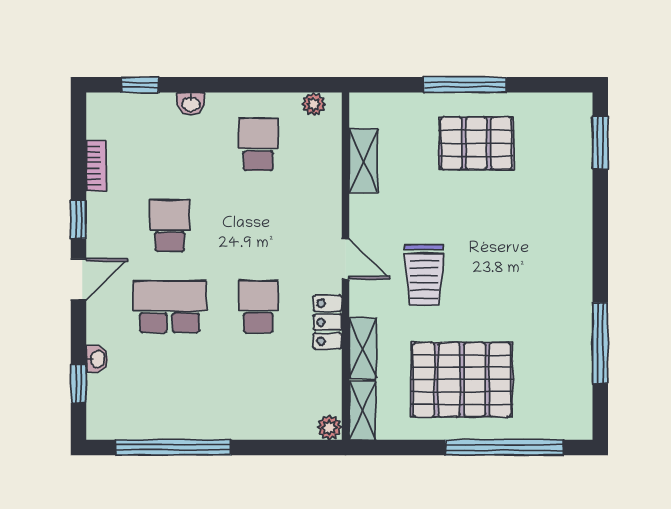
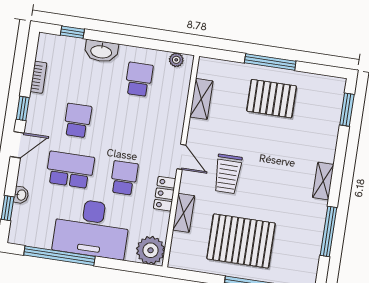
washbasin: (191, 104) -> (101, 51), width x1.91, depth x1.45
desk: (218, 396) -> (92, 228), added
shelving: (362, 410) -> (323, 181), moved
plant: (329, 427) -> (151, 250), width x1.88, depth x1.88

